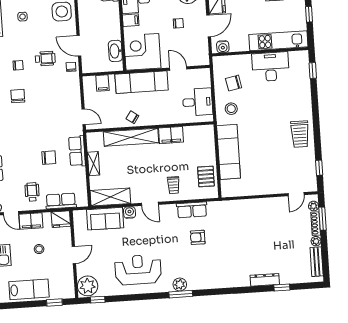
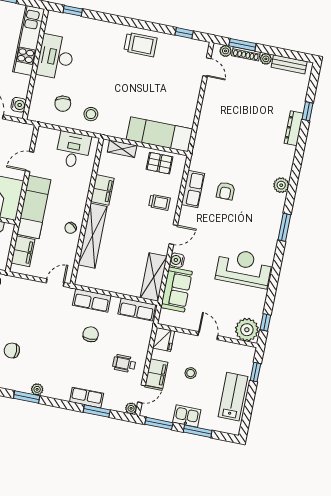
filing cabinet: (102, 83) -> (23, 251), width x2.00
exam couch: (229, 152) -> (159, 134), moved
shelving: (94, 164) -> (122, 149), moved
row of seats: (61, 201) -> (137, 309), moved, turned -90
reception desk: (138, 270) -> (244, 268), turned 90
plant: (180, 284) -> (281, 185), moved

